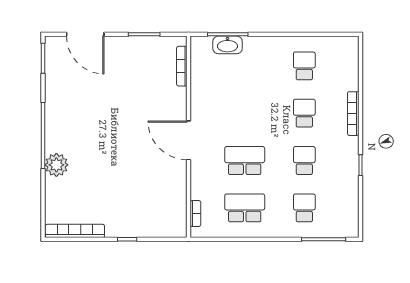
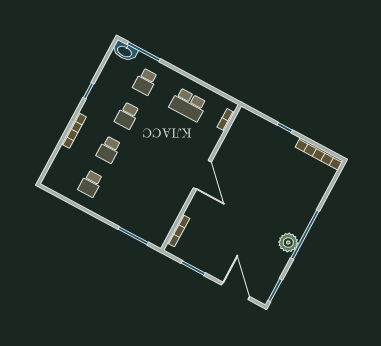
washbasin: (228, 45) -> (125, 51), moved, turned 180
school desk: (245, 161) -> (170, 139), removed
plant: (56, 165) -> (288, 242), moved

